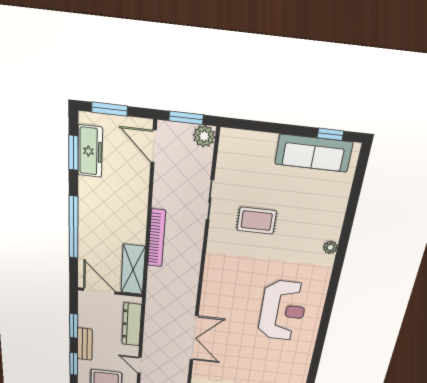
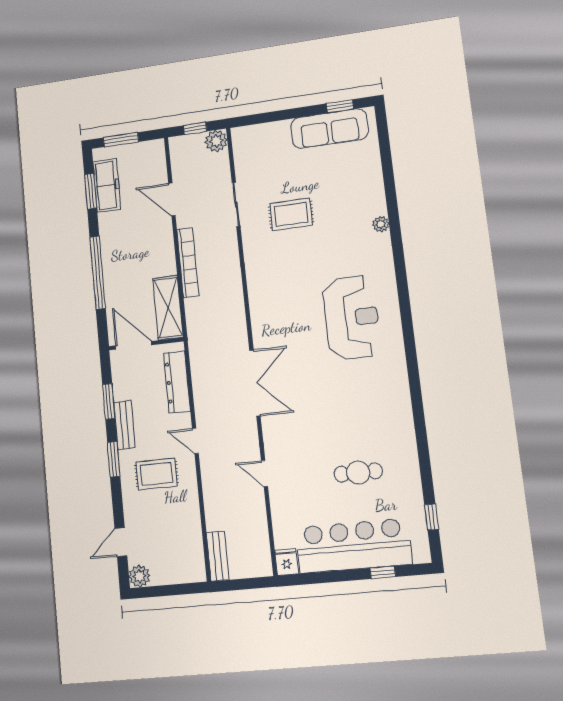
window: (186, 118) -> (195, 128), width x0.67
door: (154, 146) -> (172, 199), moved

